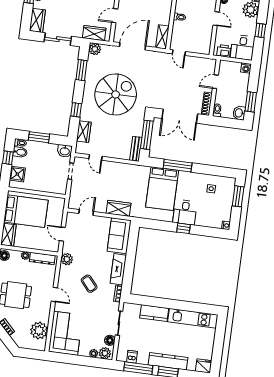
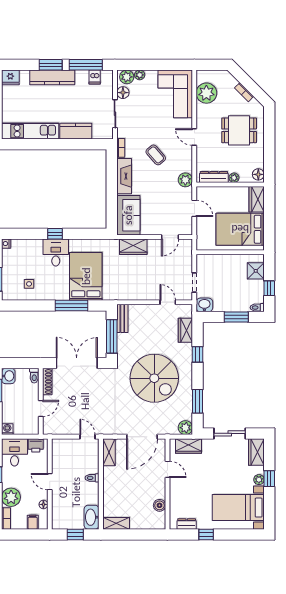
door: (115, 16) -> (167, 469), hinge flipped
spiral stairs: (116, 94) -> (154, 378), turned -90
bidet: (20, 152) -> (256, 297), removed

